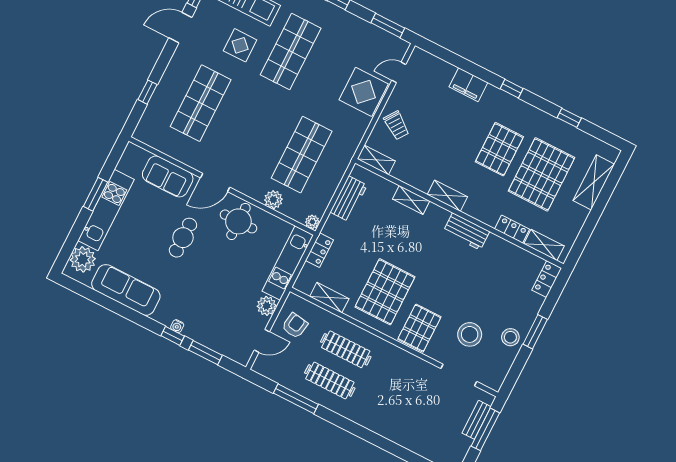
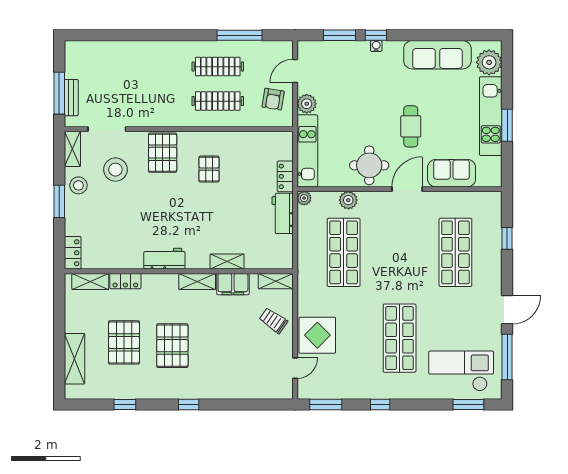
display table: (240, 45) -> (447, 321), removed
filing cabinet: (468, 85) -> (233, 284), moved, turned 180
pallet: (541, 174) -> (124, 342), width x0.73, depth x0.71
workbench: (349, 199) -> (283, 213), moved
pallet: (385, 292) -> (209, 169), width x0.49, depth x0.50
shelving: (329, 298) -> (72, 149), moved, turned 90

